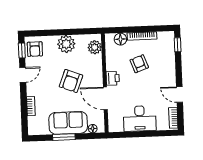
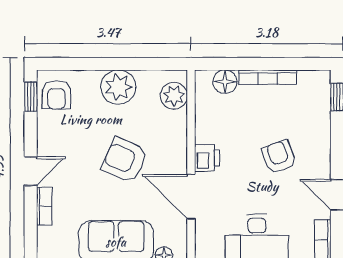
armchair: (139, 64) -> (279, 157), moved
door: (23, 75) -> (31, 171), moved
armchair: (71, 81) -> (125, 160), turned 93

